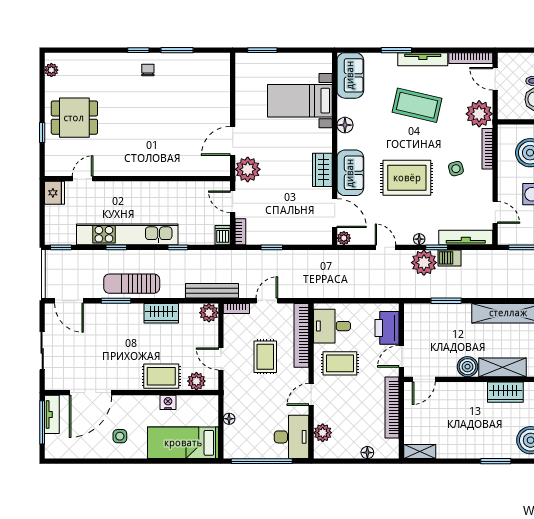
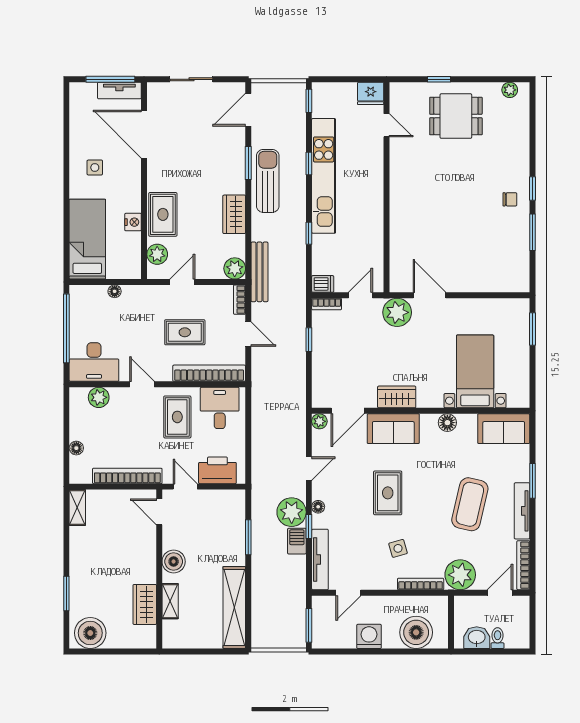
dining table: (74, 118) -> (456, 116), turned 90
rug: (407, 178) -> (388, 493), width x0.73, depth x0.70
shelving: (503, 367) -> (170, 601), width x0.67, depth x0.75

